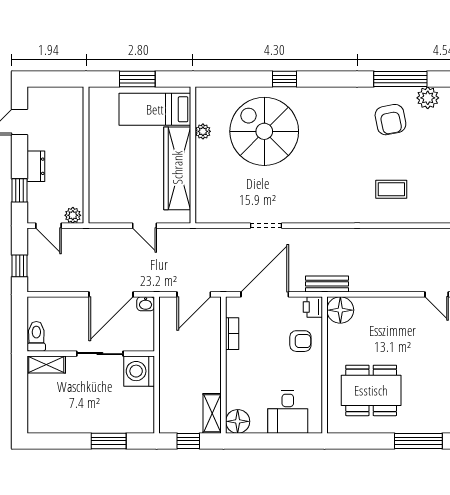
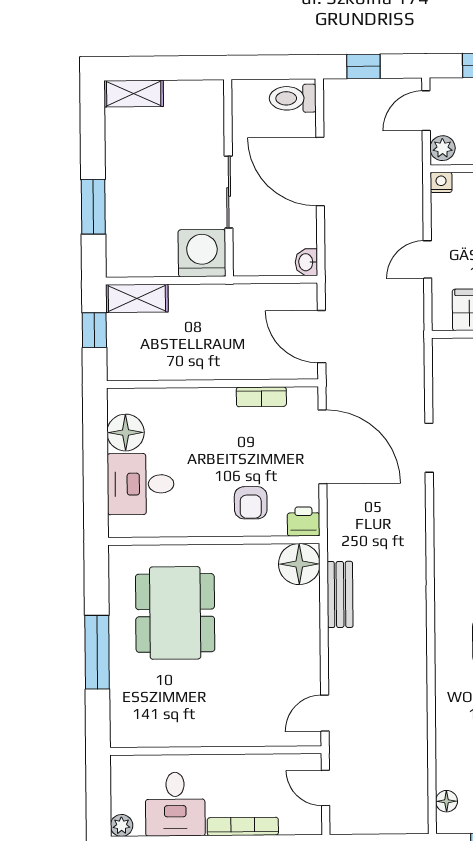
nightstand: (95, 216) -> (441, 182), added
bench: (327, 284) -> (340, 594), moved
door: (111, 294) -> (320, 172), moved
toilet: (36, 336) -> (293, 98), moved, turned 180
shelving: (46, 364) -> (134, 94), moved, turned 90
shelving: (212, 413) -> (137, 298), moved
floor lamp: (238, 421) -> (126, 433), moved
window: (418, 441) -> (97, 652), moved

